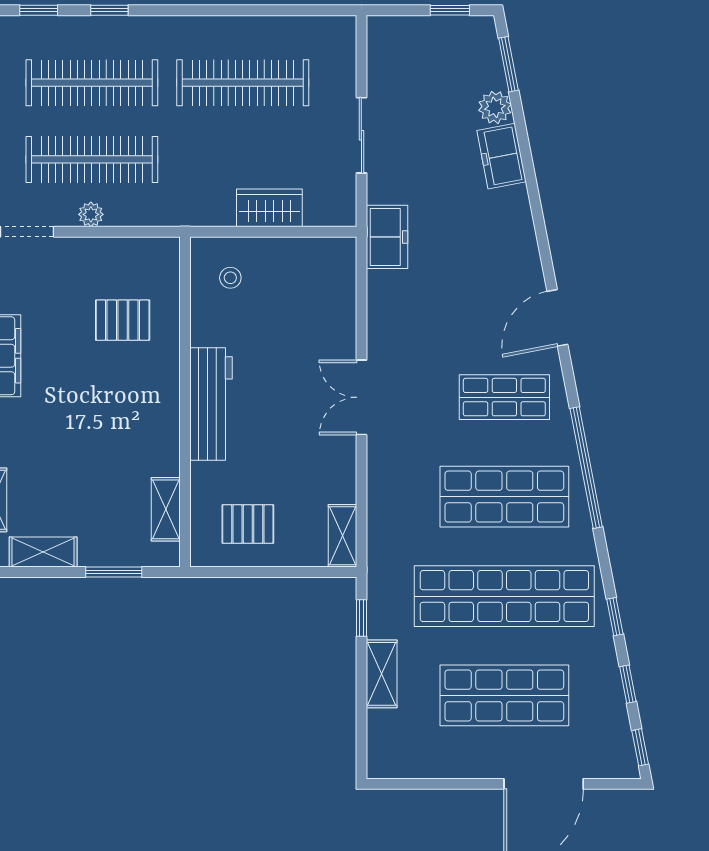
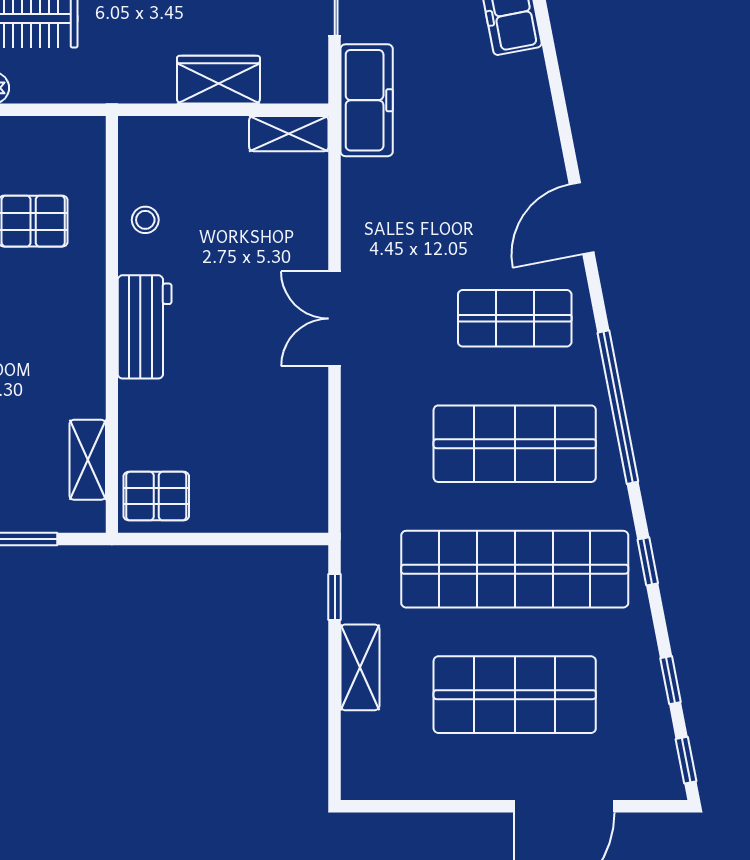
freezer: (387, 237) -> (367, 100), width x1.40
stool: (230, 278) -> (145, 220), moved
workbench: (211, 404) -> (145, 327), width x0.73
pallet: (248, 524) -> (156, 496), moved
shelving: (343, 536) -> (289, 134), moved, turned 90
window: (615, 617) -> (648, 561), moved

